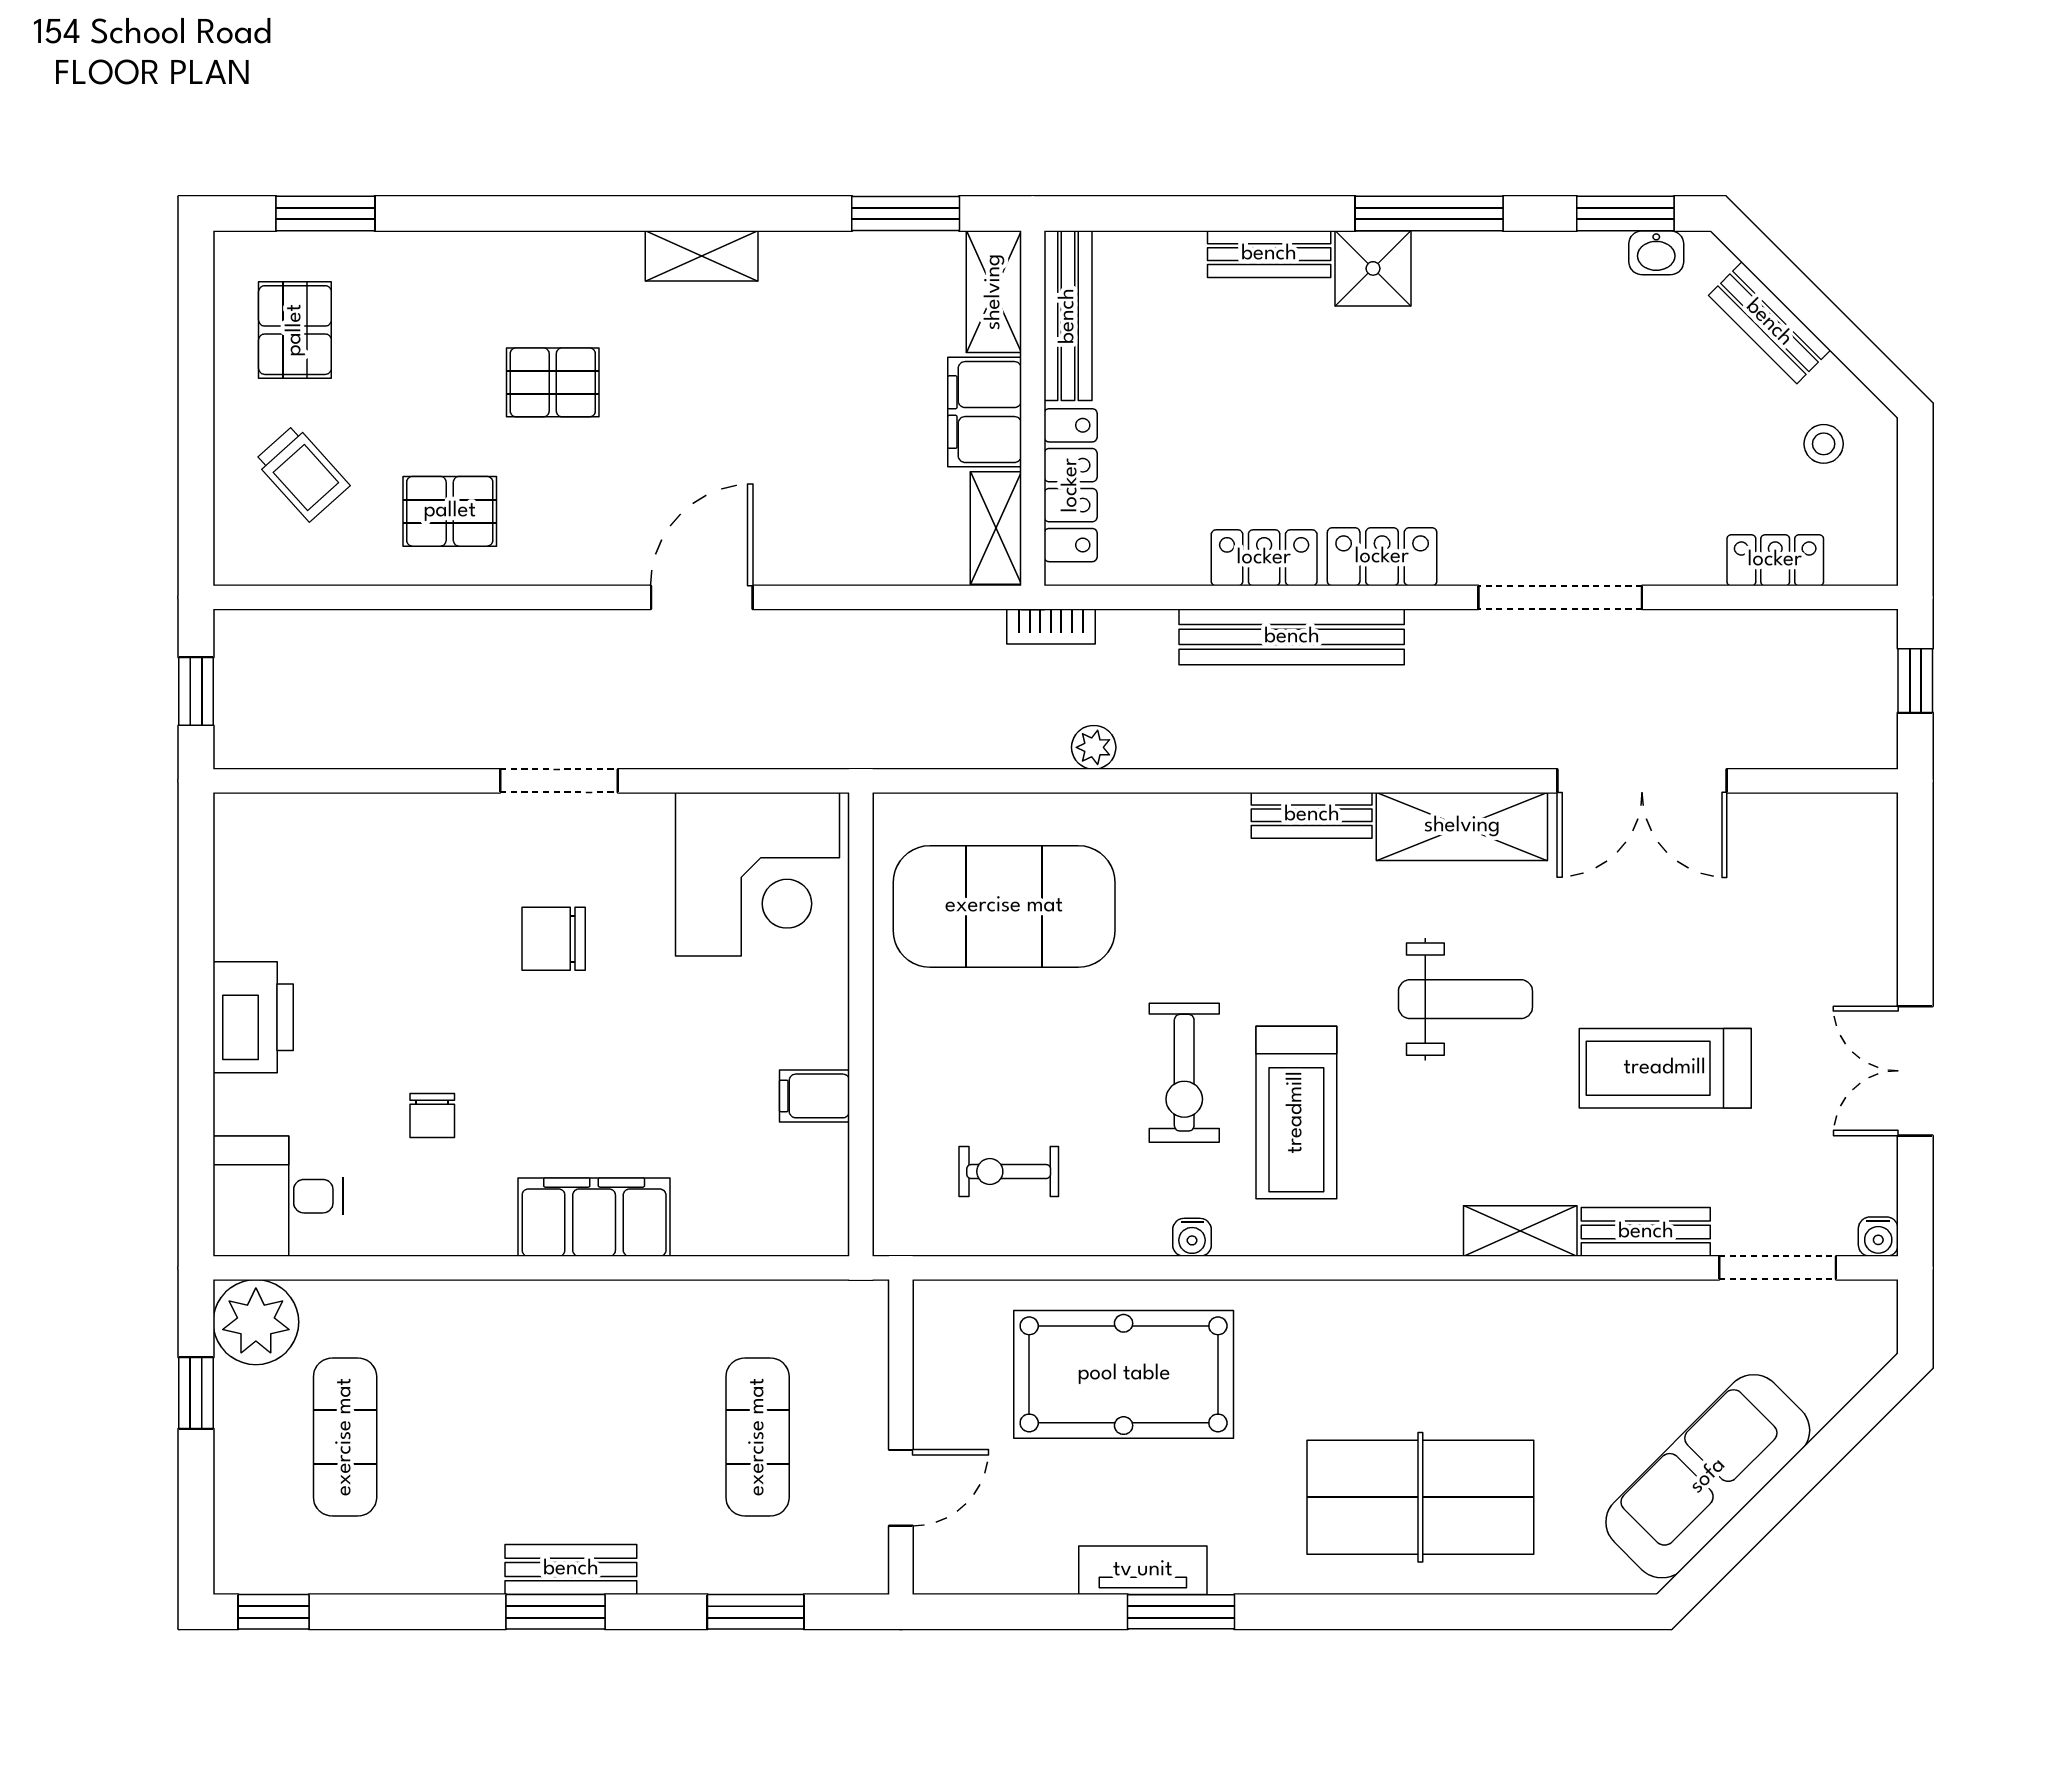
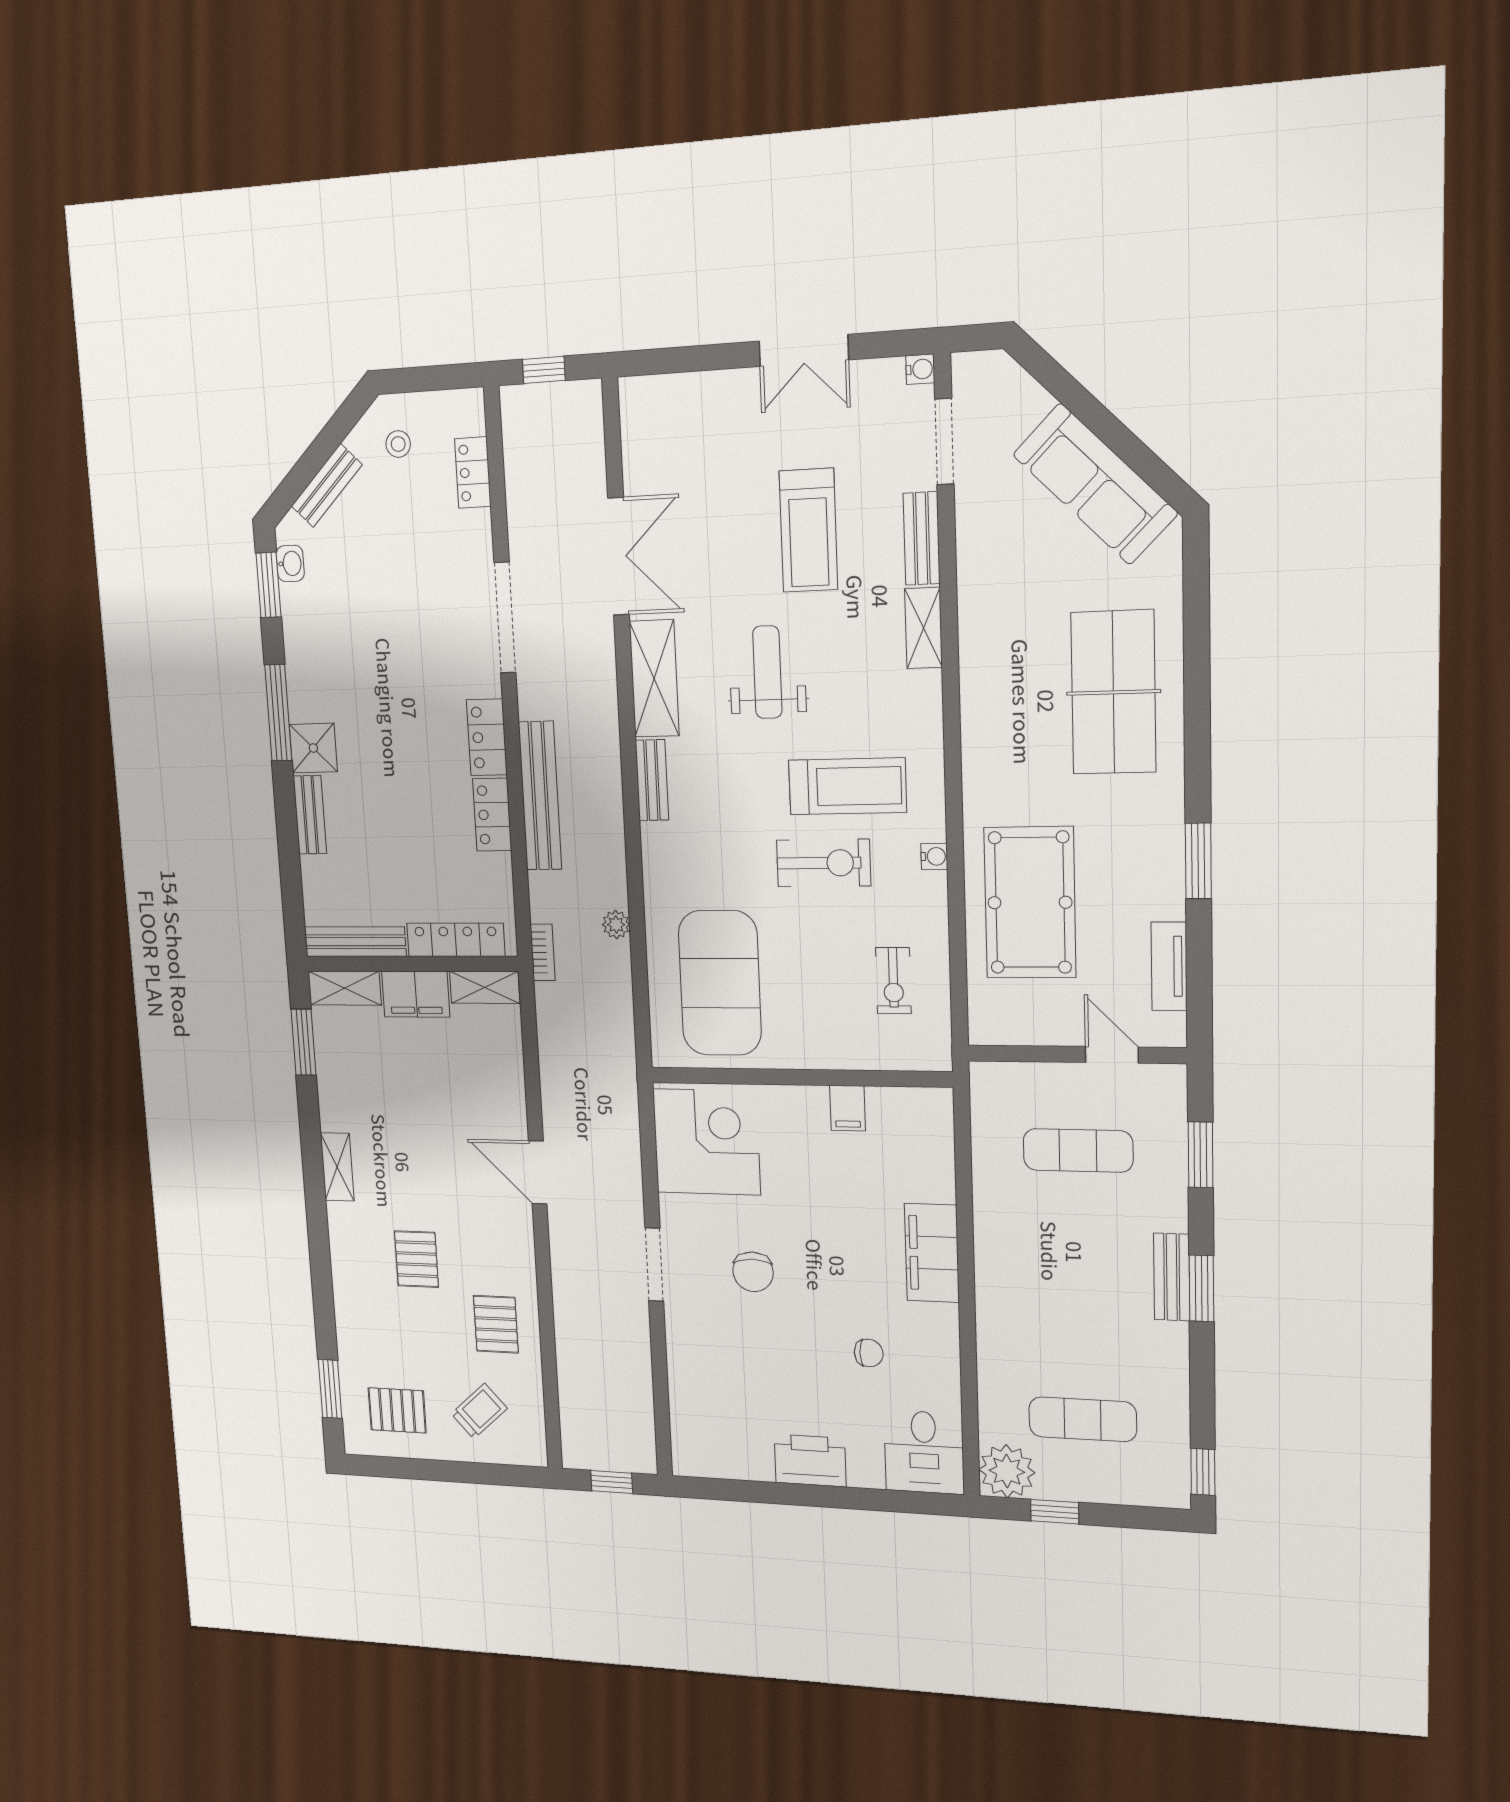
tv unit: (1143, 1570) -> (1169, 966), moved

